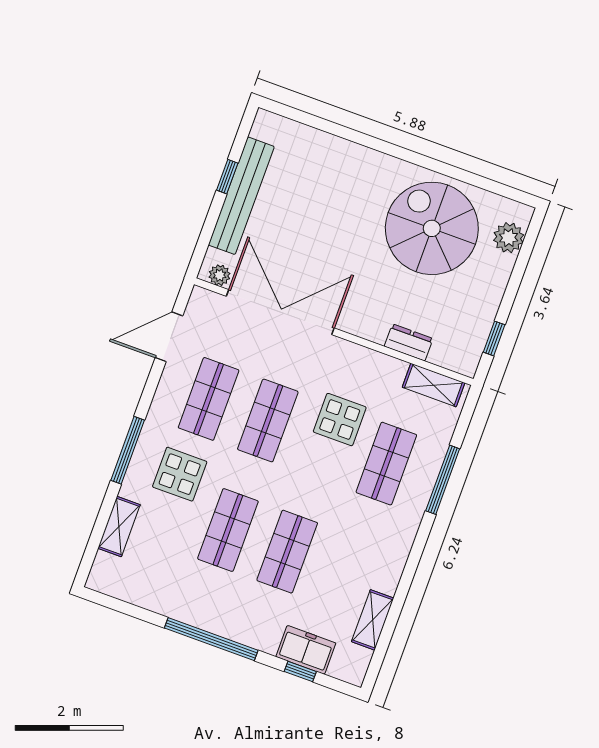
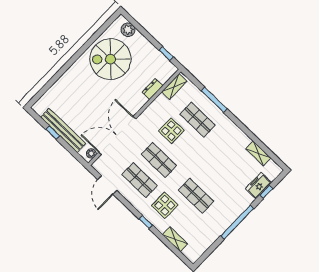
window: (128, 450) -> (146, 222), width x0.46
shop shelf: (287, 552) -> (215, 176), removed

